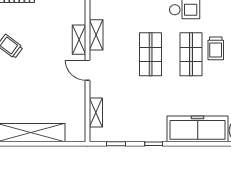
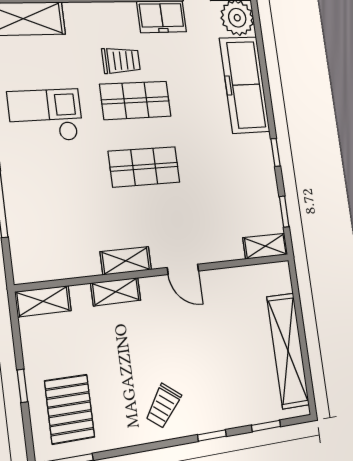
shelving: (79, 40) -> (116, 292), moved
door: (87, 70) -> (183, 269), hinge flipped
shelving: (96, 112) -> (265, 246), moved

